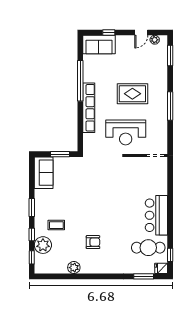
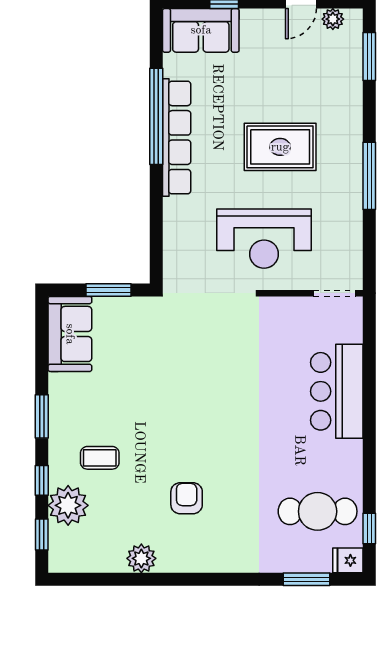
row of seats: (89, 108) -> (177, 138), moved
bar counter: (156, 215) -> (337, 391), moved
armchair: (93, 242) -> (187, 498), turned -90

